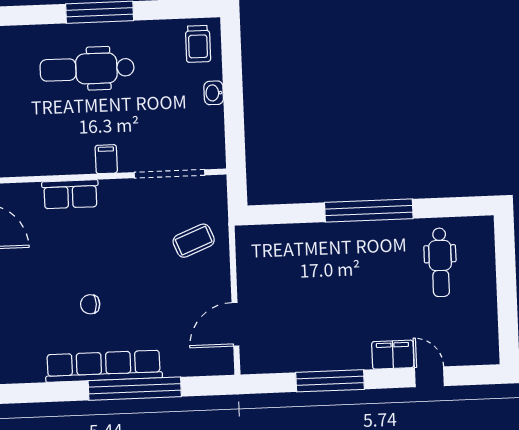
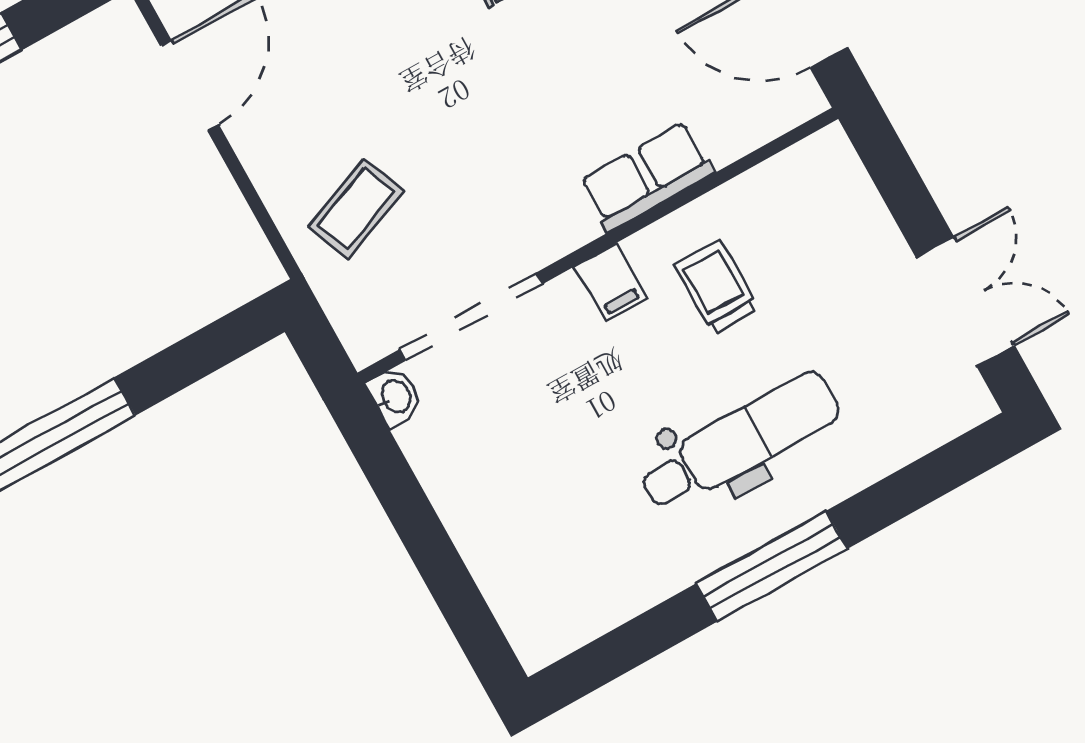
trolley: (198, 44) -> (716, 287), moved
washbasin: (214, 93) -> (395, 397), moved

